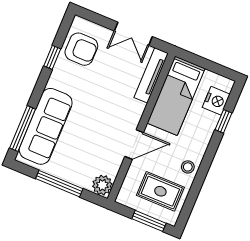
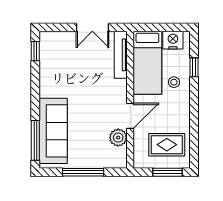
armchair: (81, 49) -> (56, 57), removed
window: (52, 57) -> (35, 51), moved
nightstand: (216, 101) -> (173, 40), moved, turned -90
stool: (188, 167) -> (174, 82), moved
plant: (102, 185) -> (118, 138), moved

